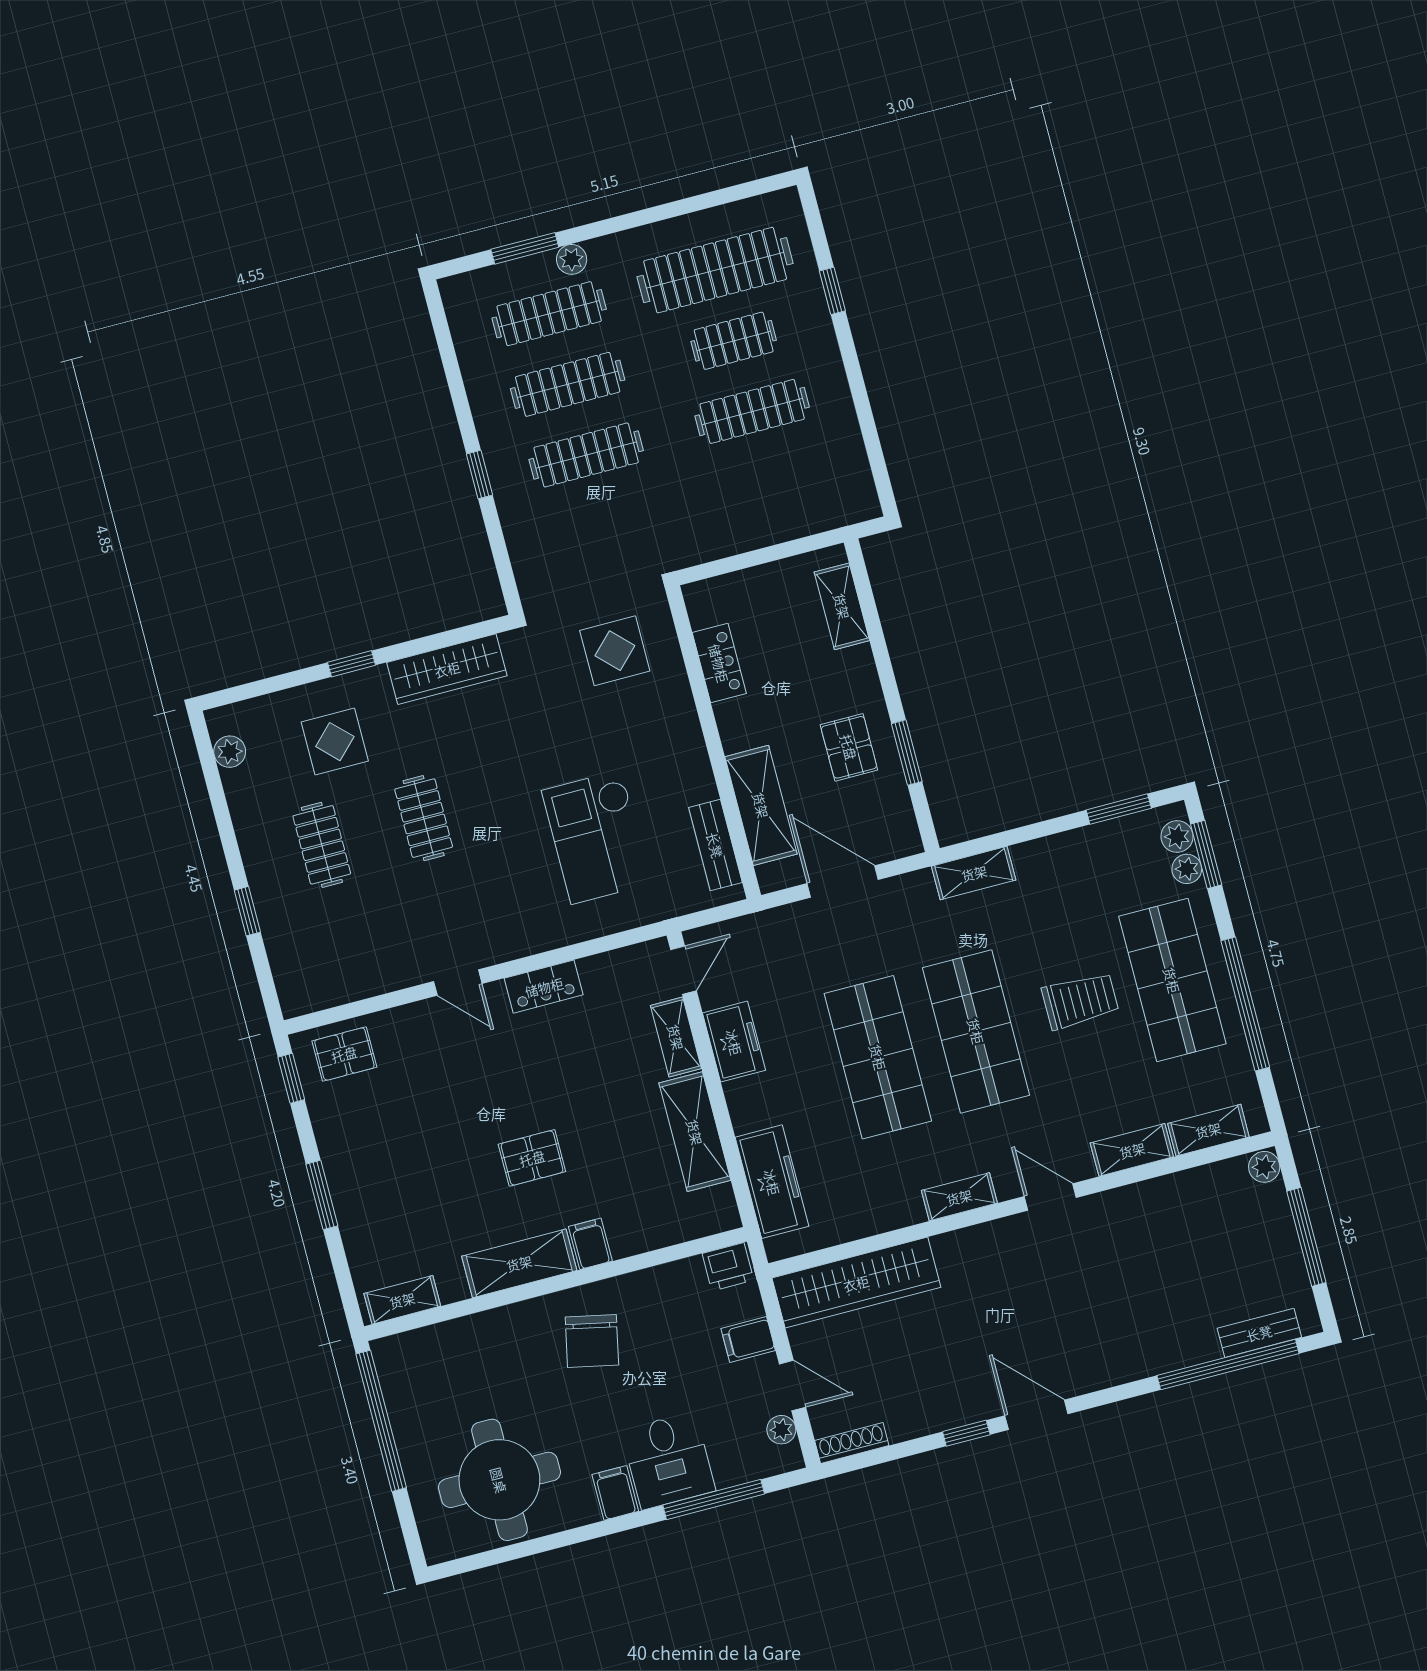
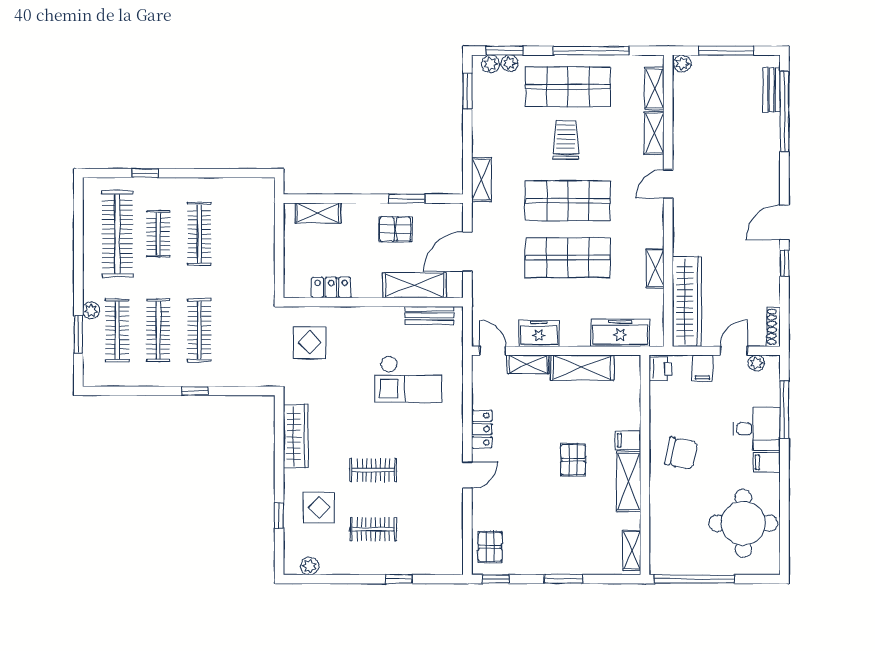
window: (352, 664) -> (279, 516), moved
shelving: (959, 1197) -> (655, 268), moved

